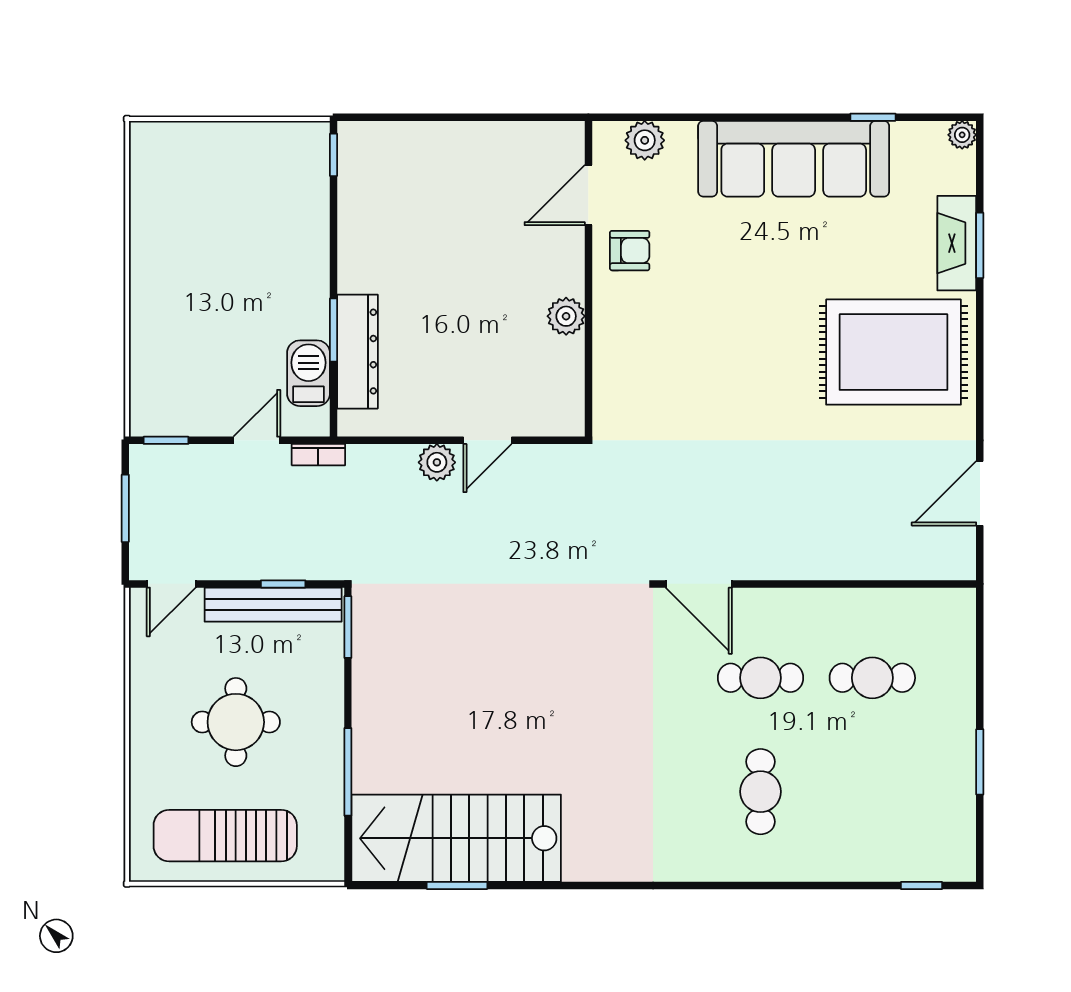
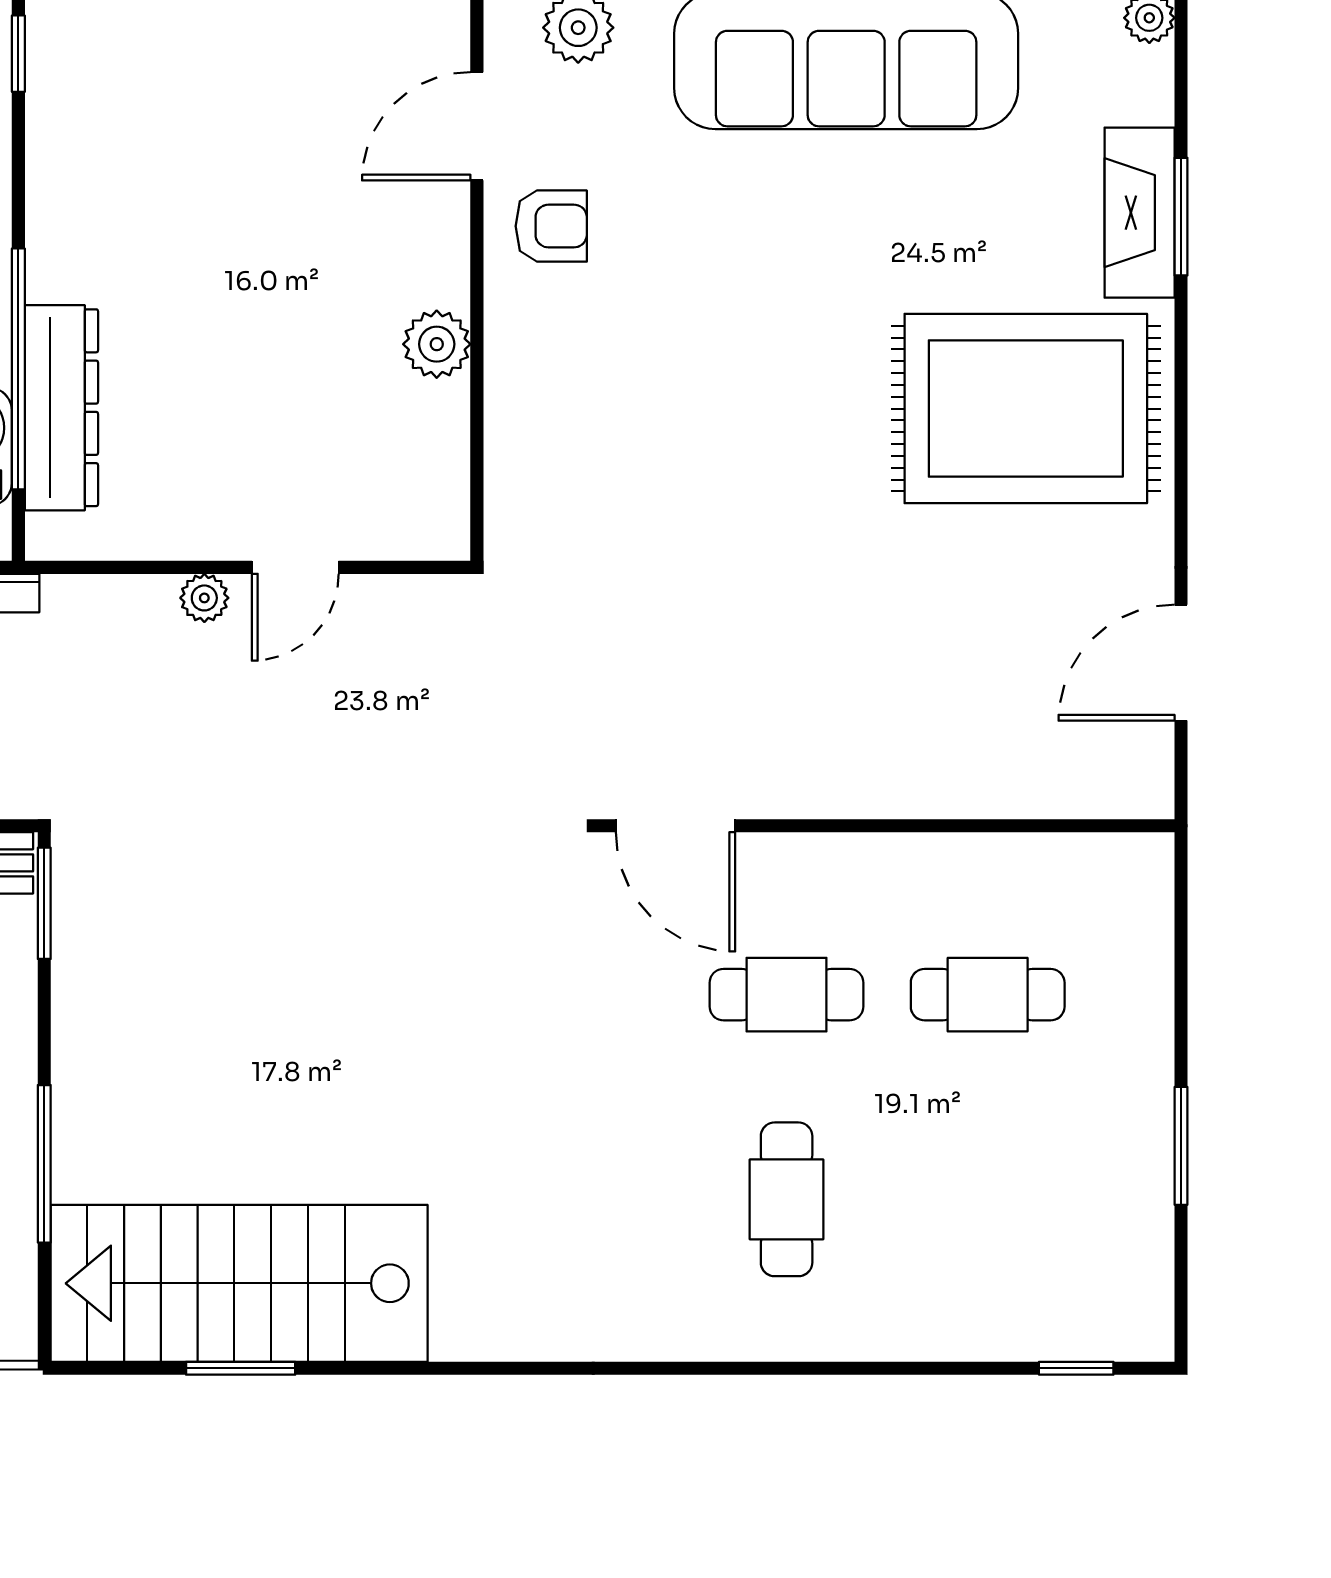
window: (334, 330) -> (18, 369), width x2.11
plant: (437, 462) -> (204, 598), width x0.73, depth x0.73

